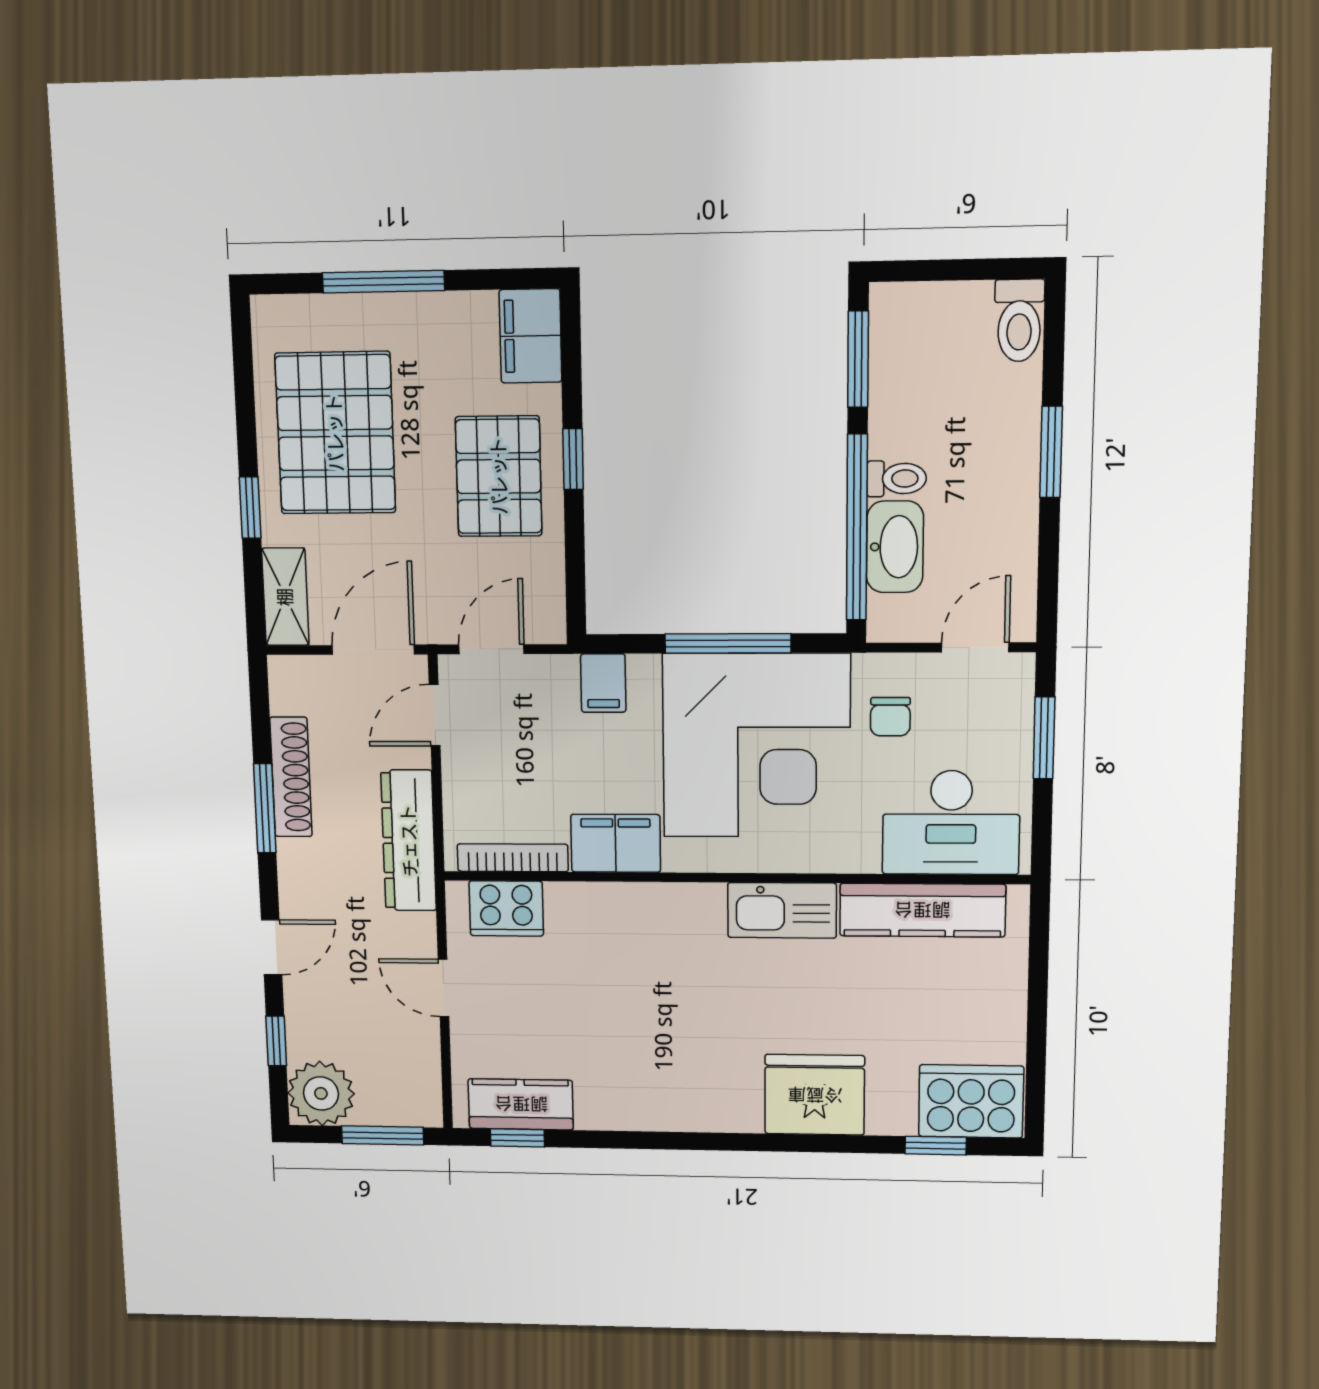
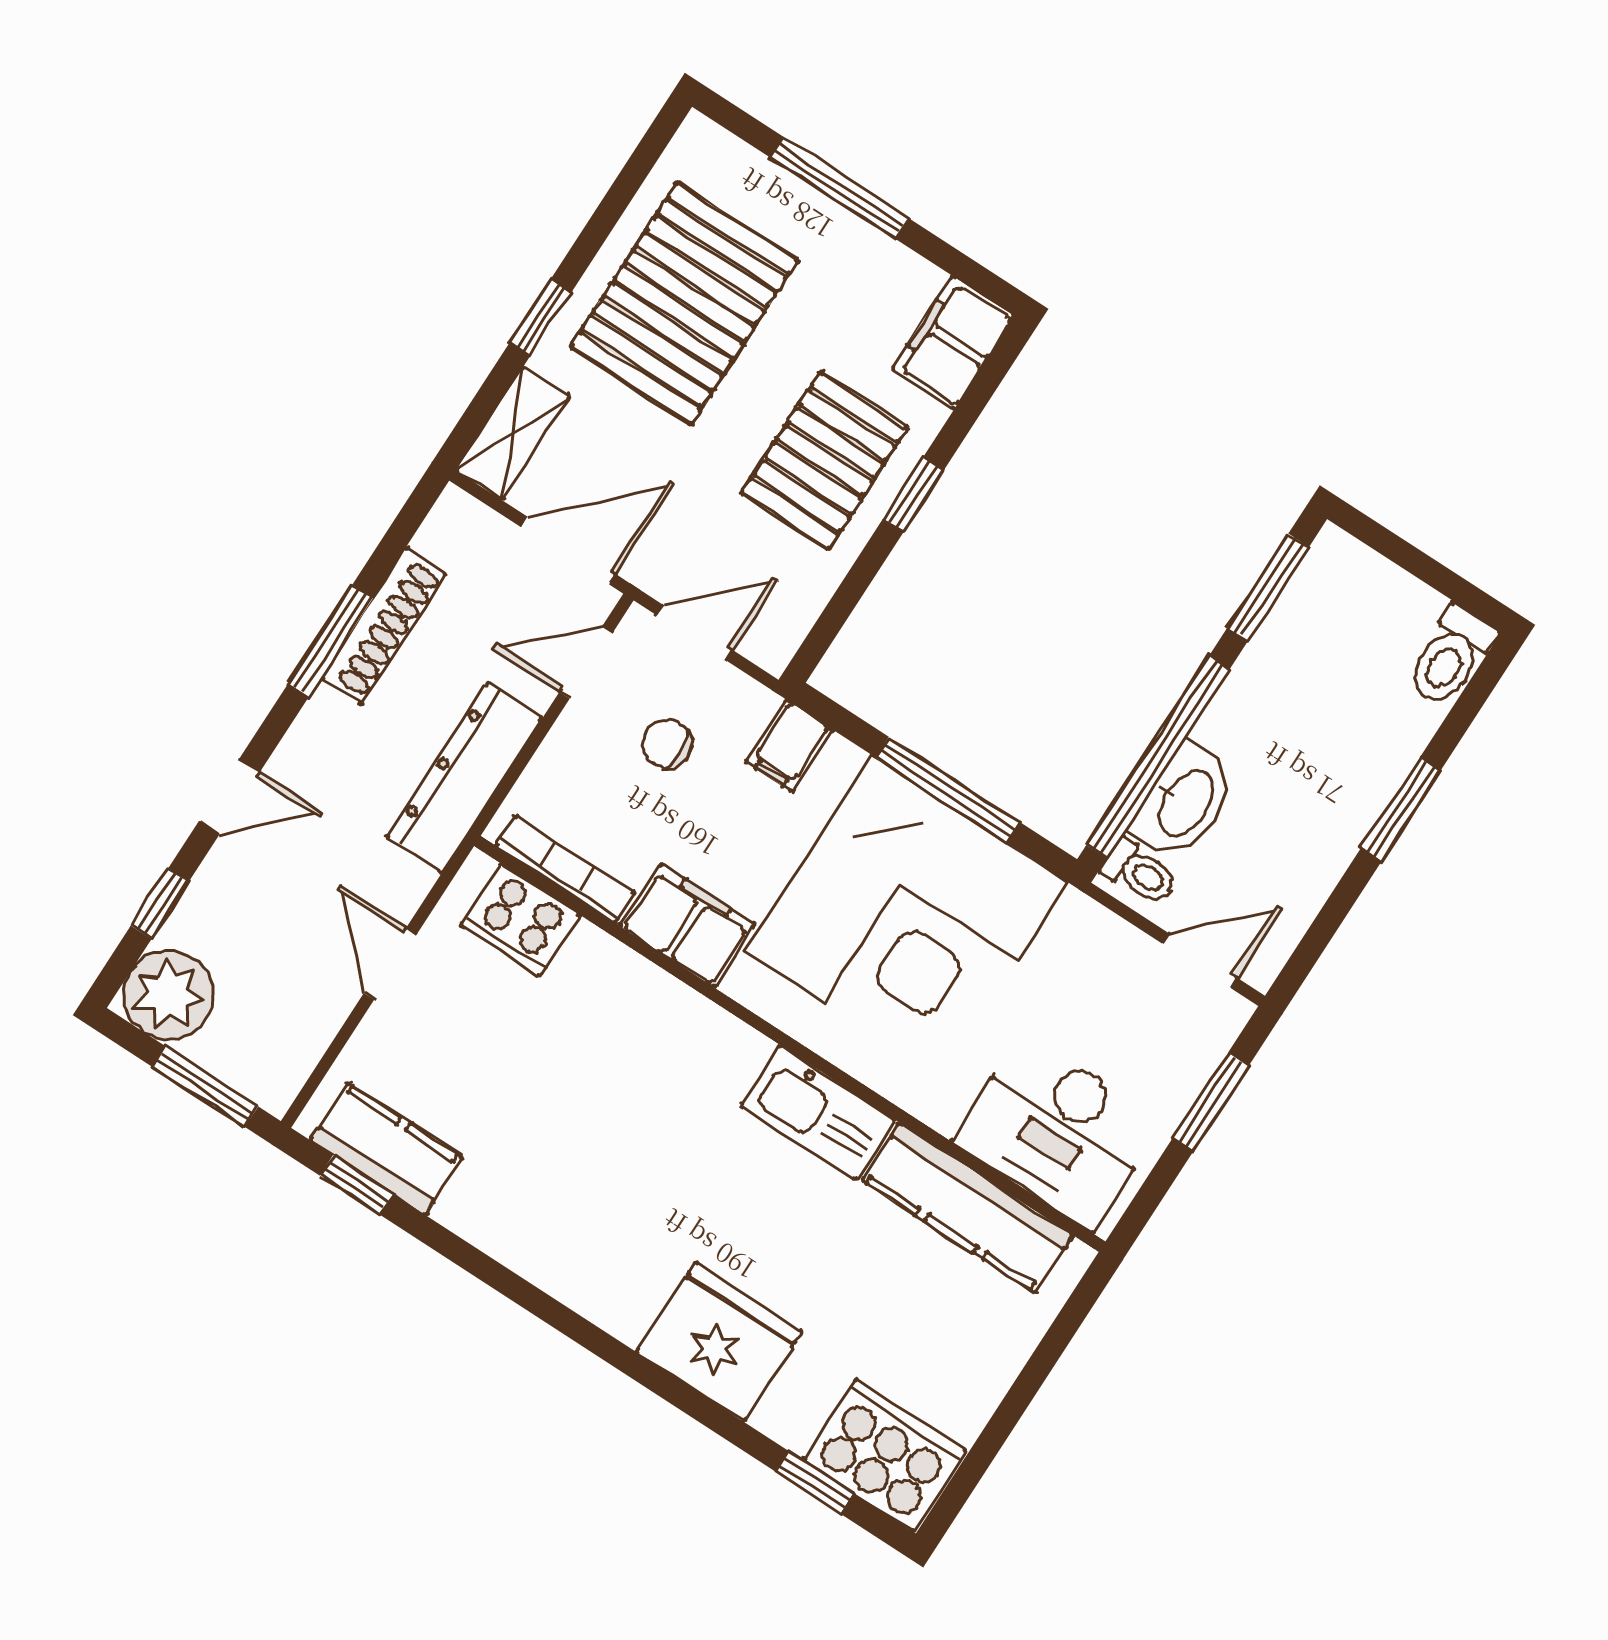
toilet: (897, 479) -> (1140, 872), moved
chair: (890, 717) -> (667, 744), moved, turned 90

